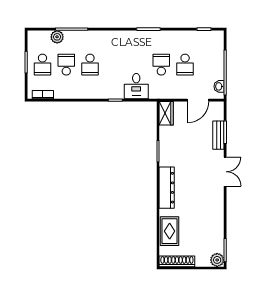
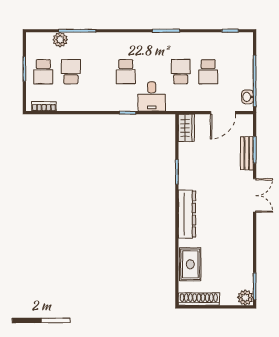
school desk: (90, 65) -> (126, 72), moved

